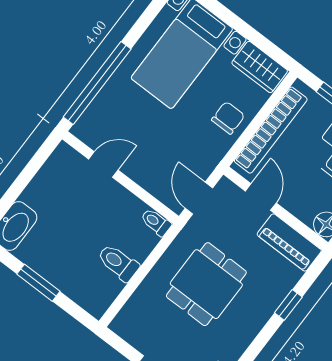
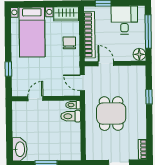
window: (97, 83) -> (8, 69), width x0.32
piano: (289, 242) -> (131, 72), removed
toilet: (118, 263) -> (71, 116), moved

